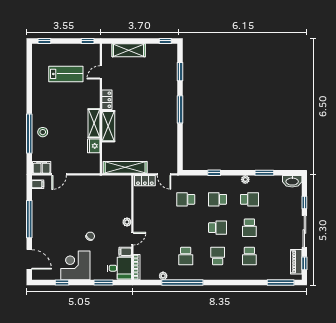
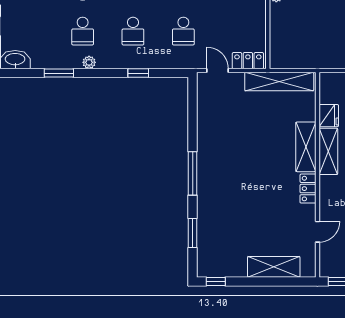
school desk: (186, 199) -> (183, 31), turned 90
school desk: (218, 199) -> (133, 31), turned 90
school desk: (249, 199) -> (83, 31), turned -90

